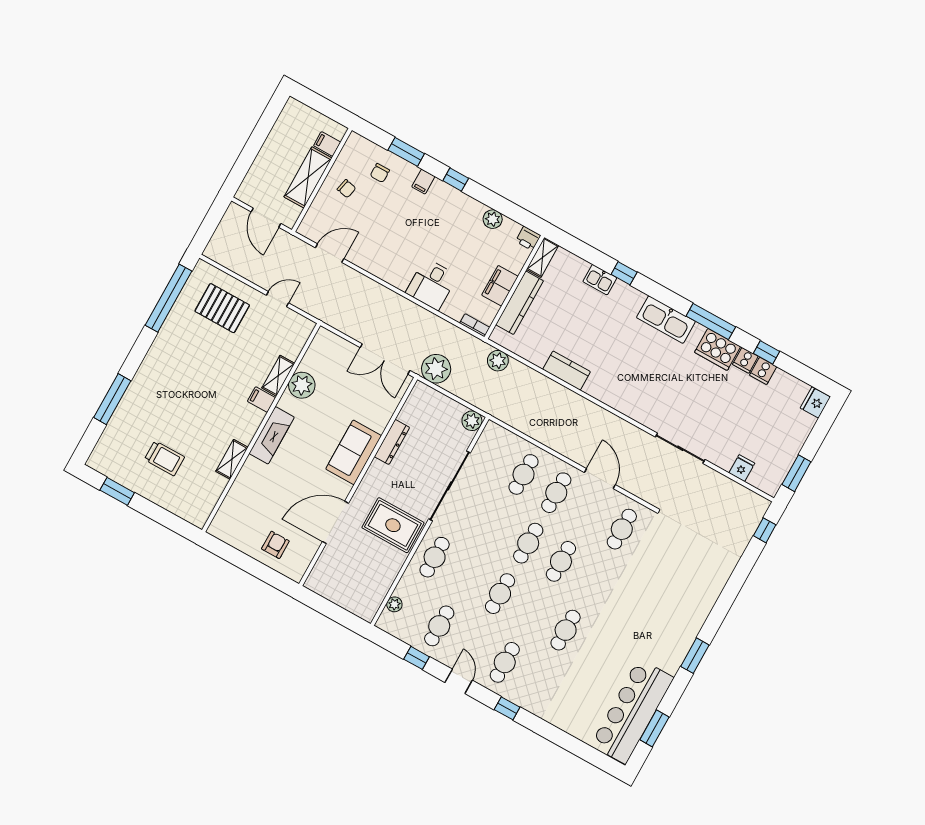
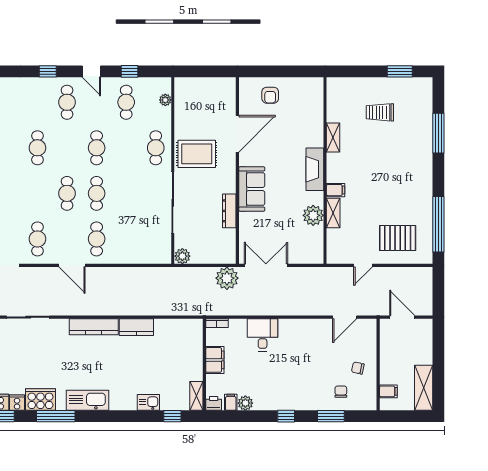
shelving: (308, 177) -> (424, 388), moved
filing cabinet: (423, 182) -> (231, 402), moved
window: (624, 273) -> (172, 416), moved
kitchen counter: (520, 303) -> (94, 327), moved, turned -90
plant: (498, 361) -> (187, 308), removed
cafe table: (524, 474) -> (126, 239), removed

